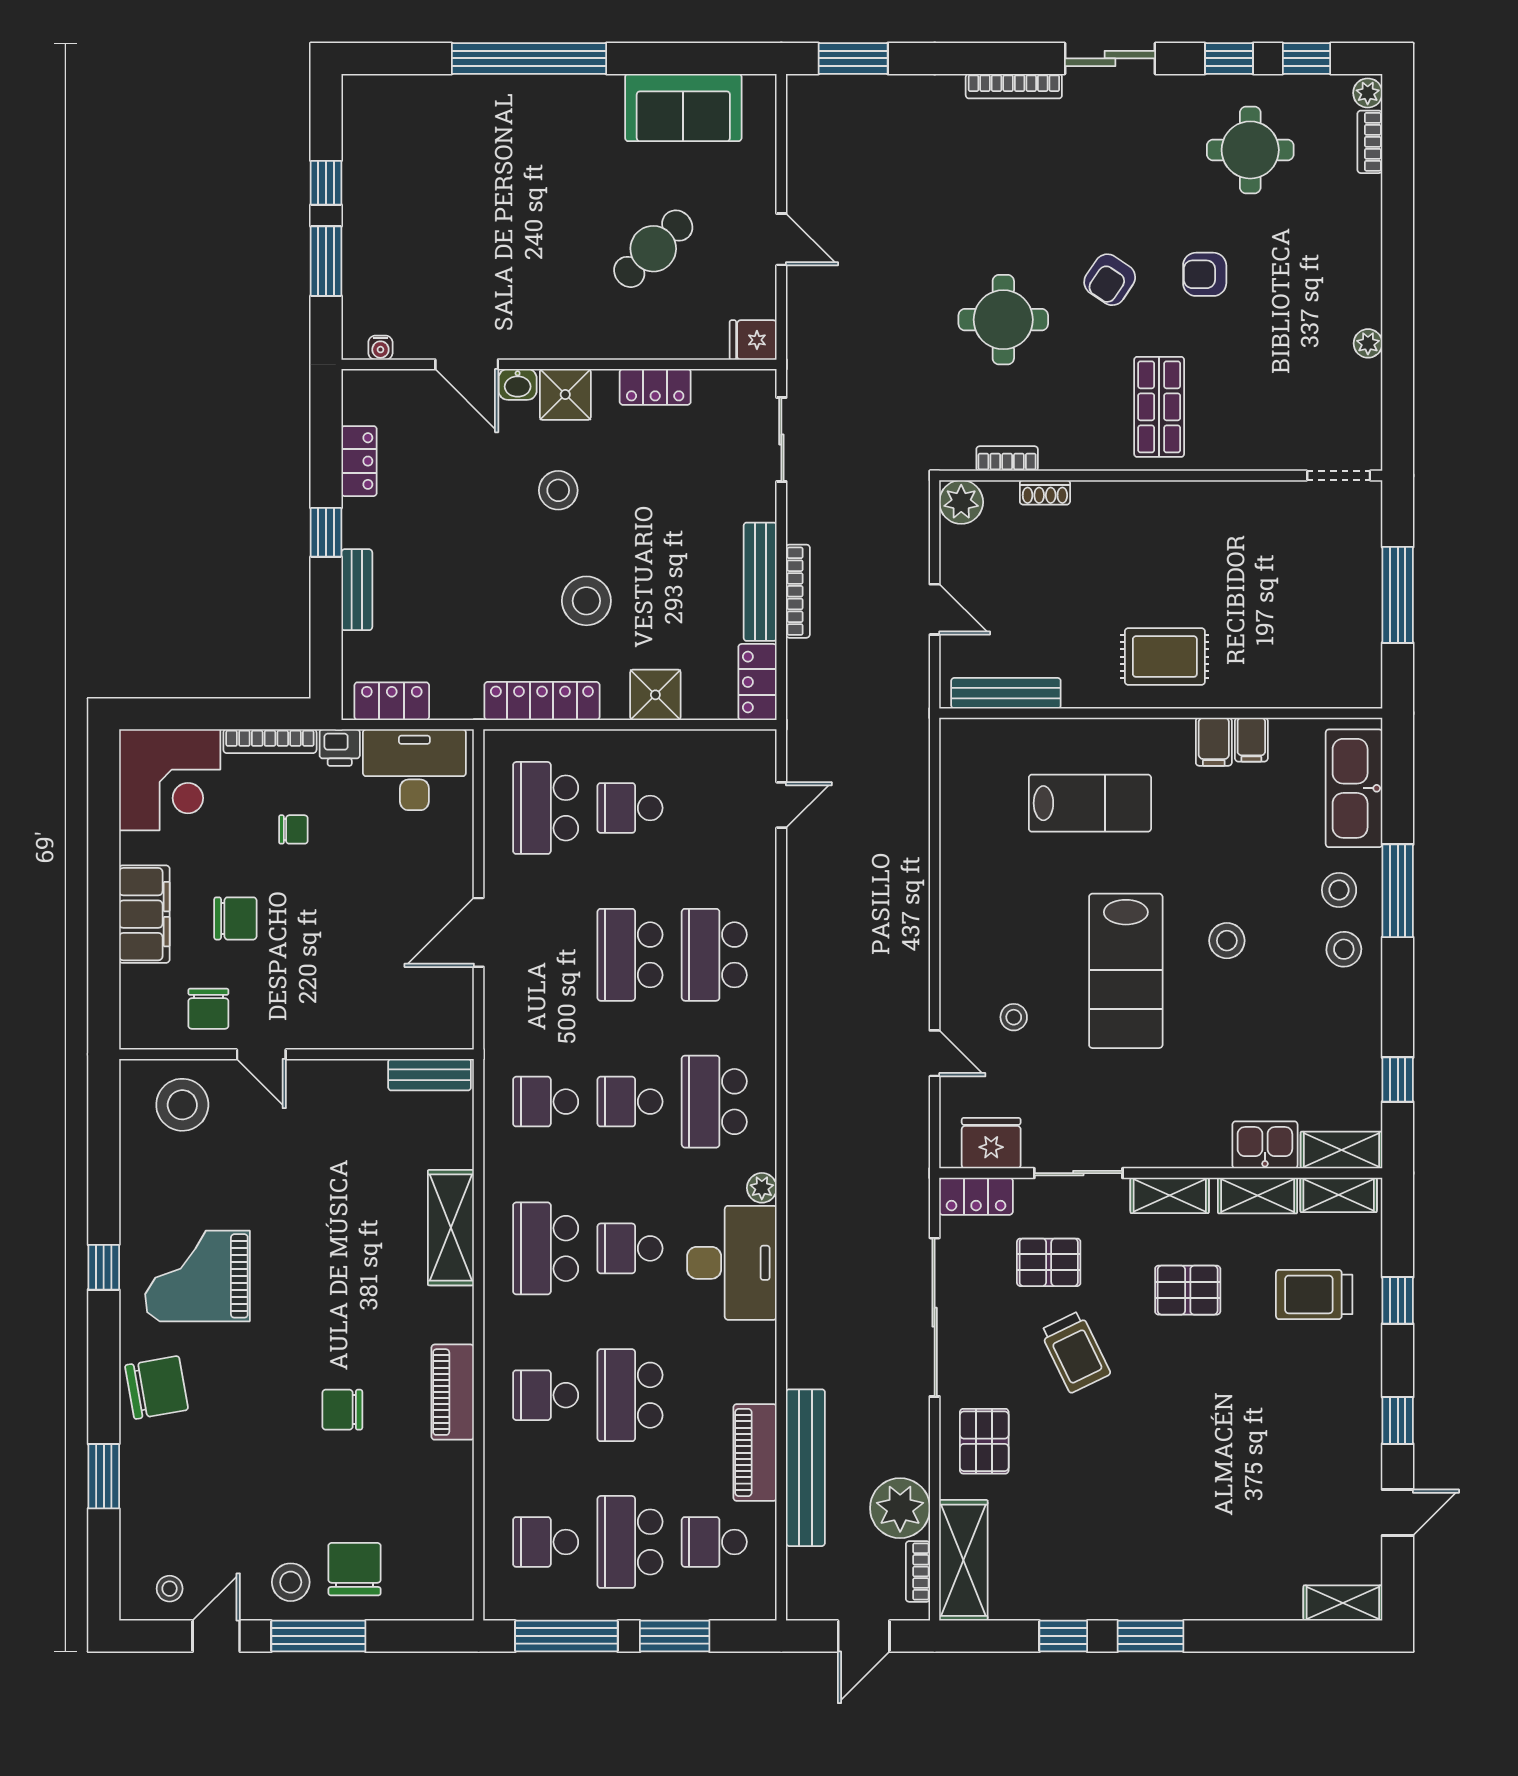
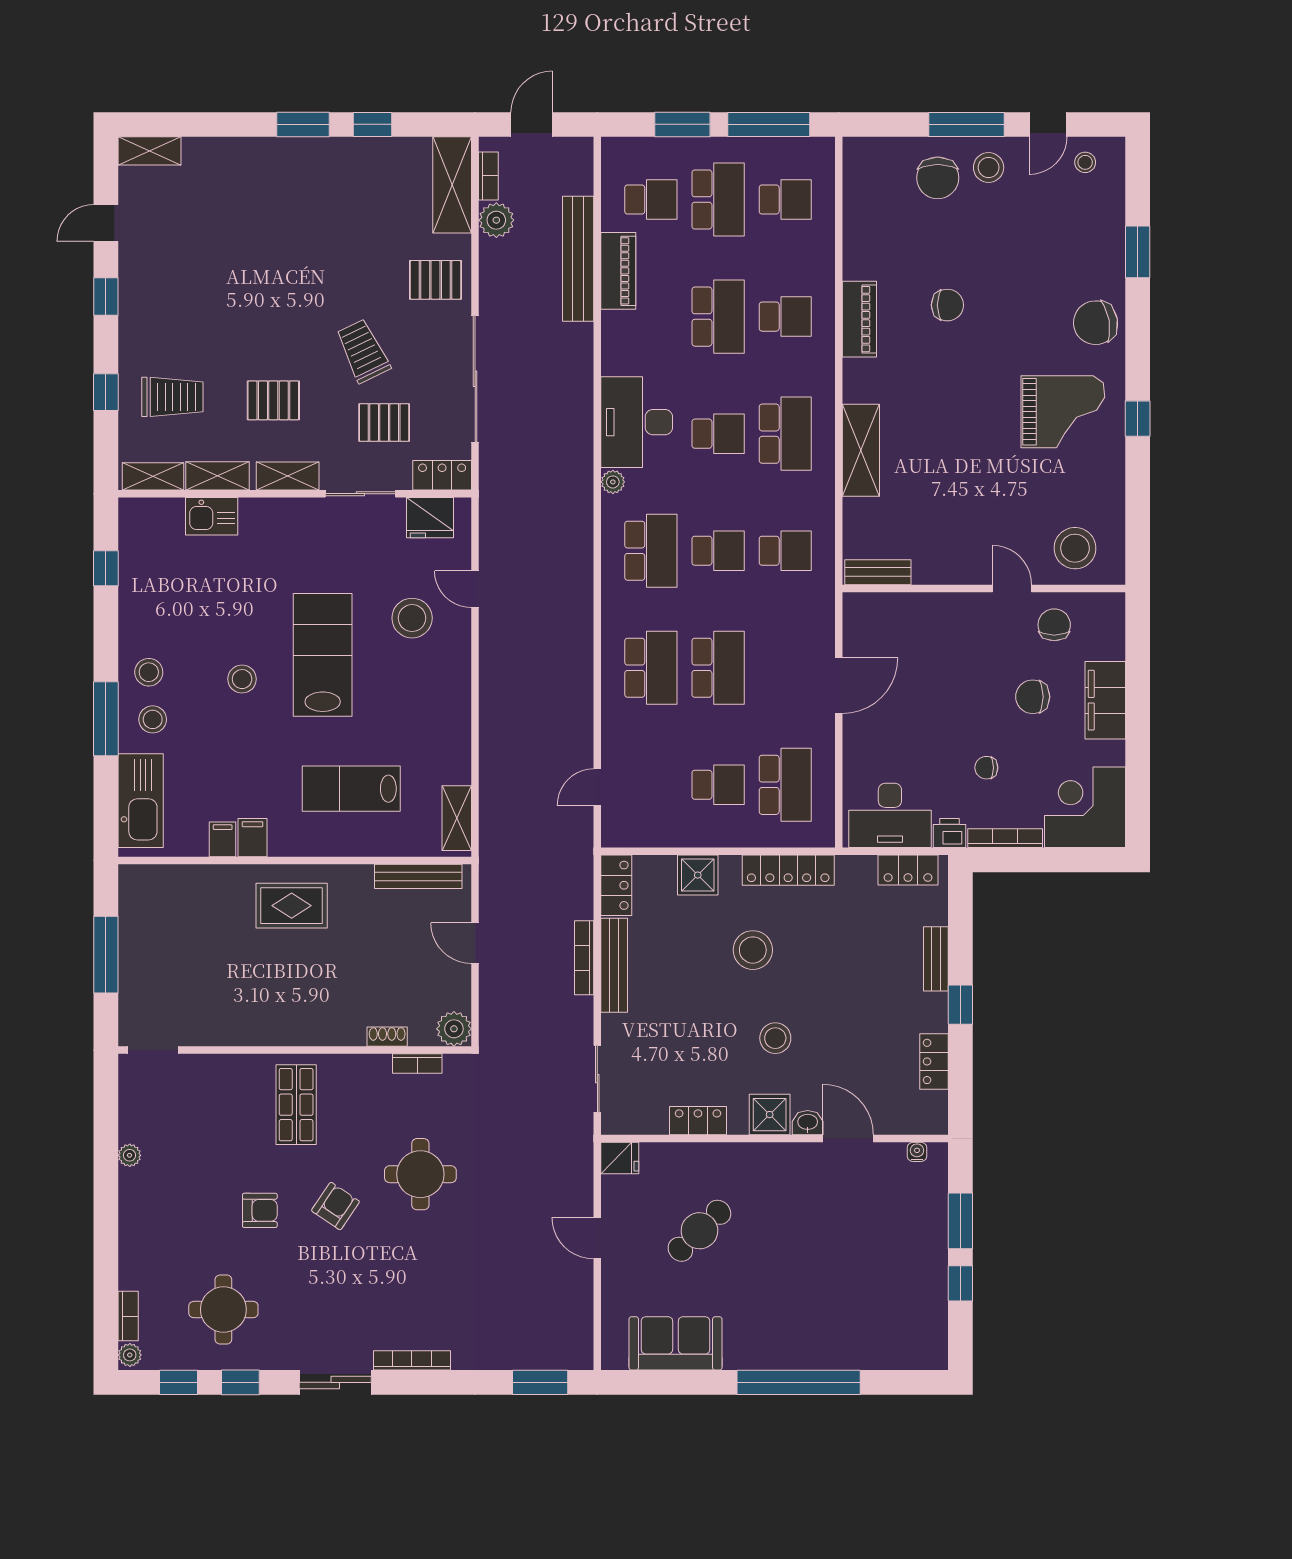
stool: (1014, 1017) -> (412, 618), width x1.89, depth x1.89
shelving: (1341, 1150) -> (457, 818), moved, turned 90
pallet: (984, 1441) -> (436, 280), turned 90
plant: (900, 1508) -> (496, 220), width x0.73, depth x0.73

